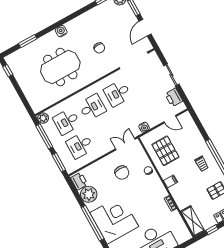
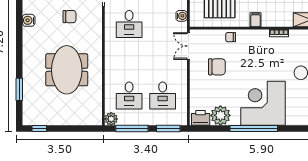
water cooler: (61, 31) -> (29, 20), moved
desk: (92, 107) -> (129, 60), removed

